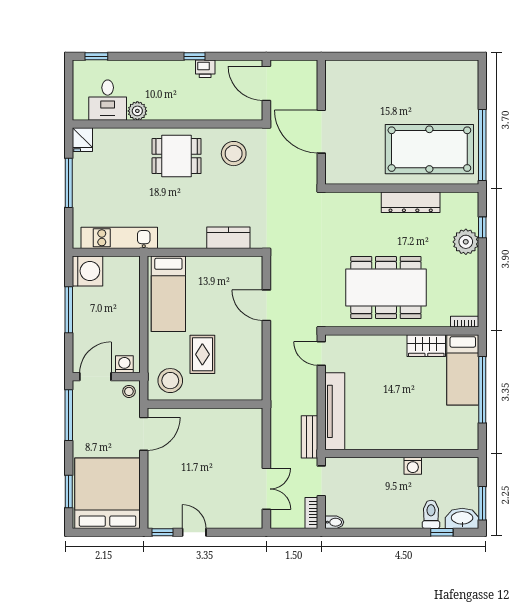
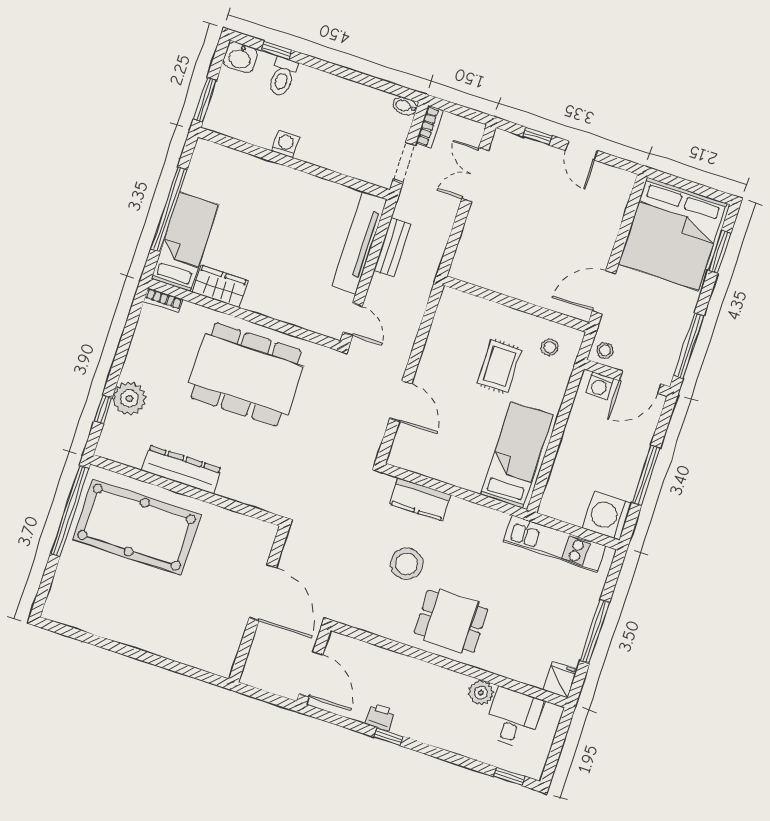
stool: (234, 154) -> (407, 564), moved
stool: (170, 381) -> (550, 347), width x0.53, depth x0.53
bench: (309, 437) -> (392, 247), moved
window: (482, 503) -> (205, 100), moved
washbasin: (462, 518) -> (240, 57), width x0.72
window: (163, 532) -> (537, 136), moved

